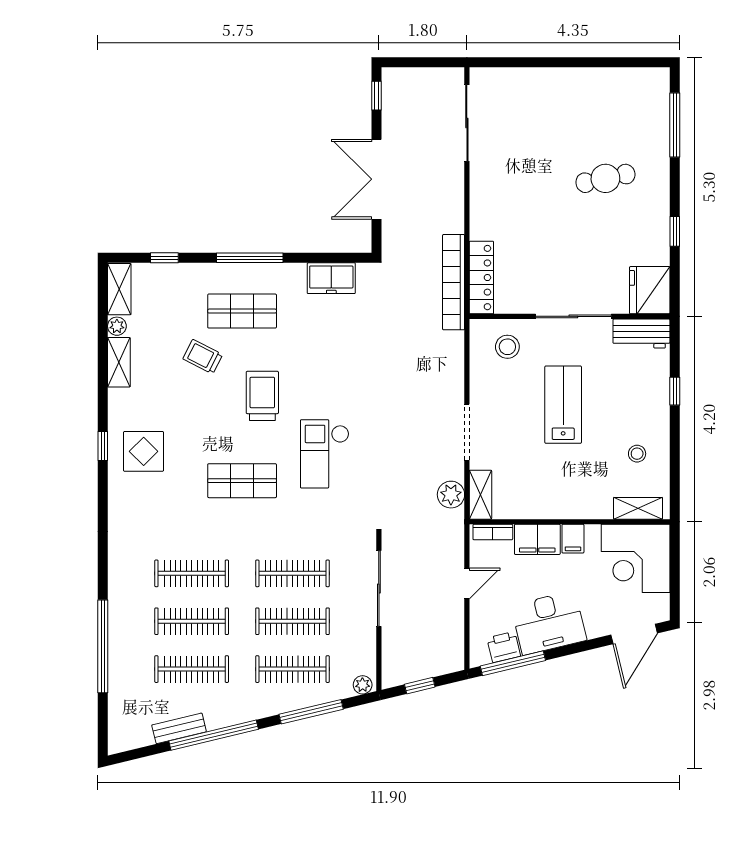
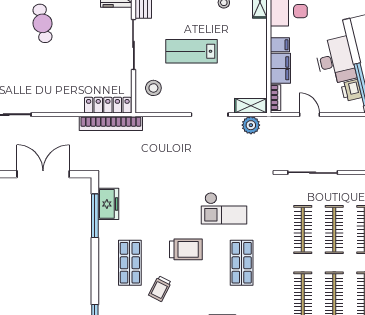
double door: (376, 179) -> (43, 174), swing flipped
window: (250, 258) -> (95, 216), moved
trolley: (262, 396) -> (186, 249), turned 180

